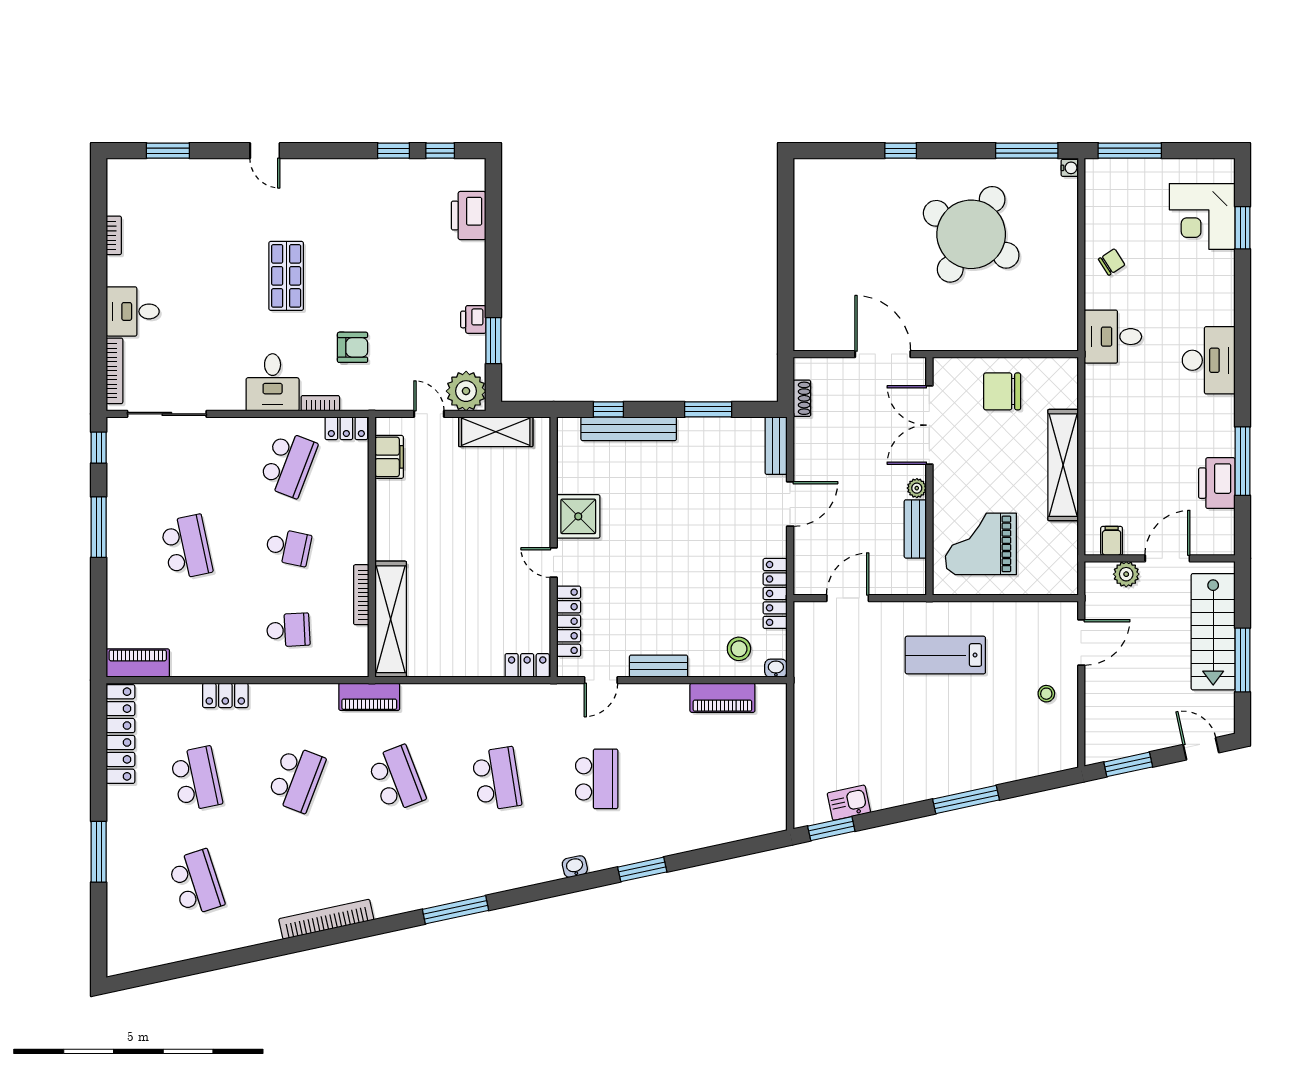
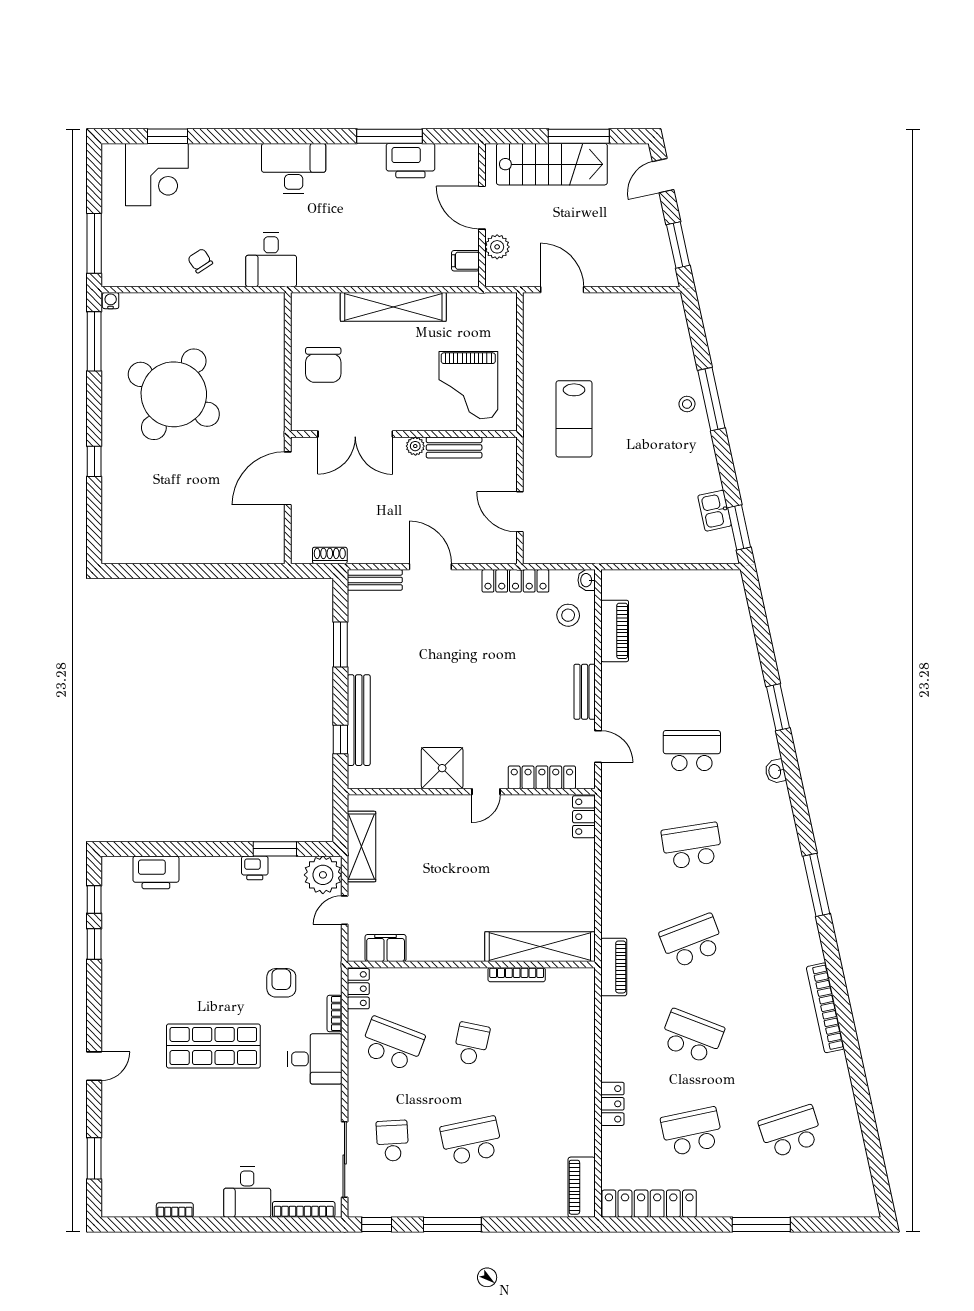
shop shelf: (286, 276) -> (213, 1046), width x1.43, depth x1.36
school desk: (288, 630) -> (392, 1141), moved
stool: (1046, 694) -> (687, 404), moved

